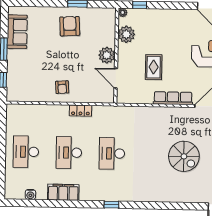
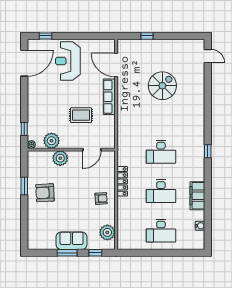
sofa: (17, 32) -> (72, 241), moved
plant: (107, 55) -> (60, 158), moved
plant: (25, 93) -> (107, 232), added
locker: (80, 111) -> (122, 181), width x1.53

